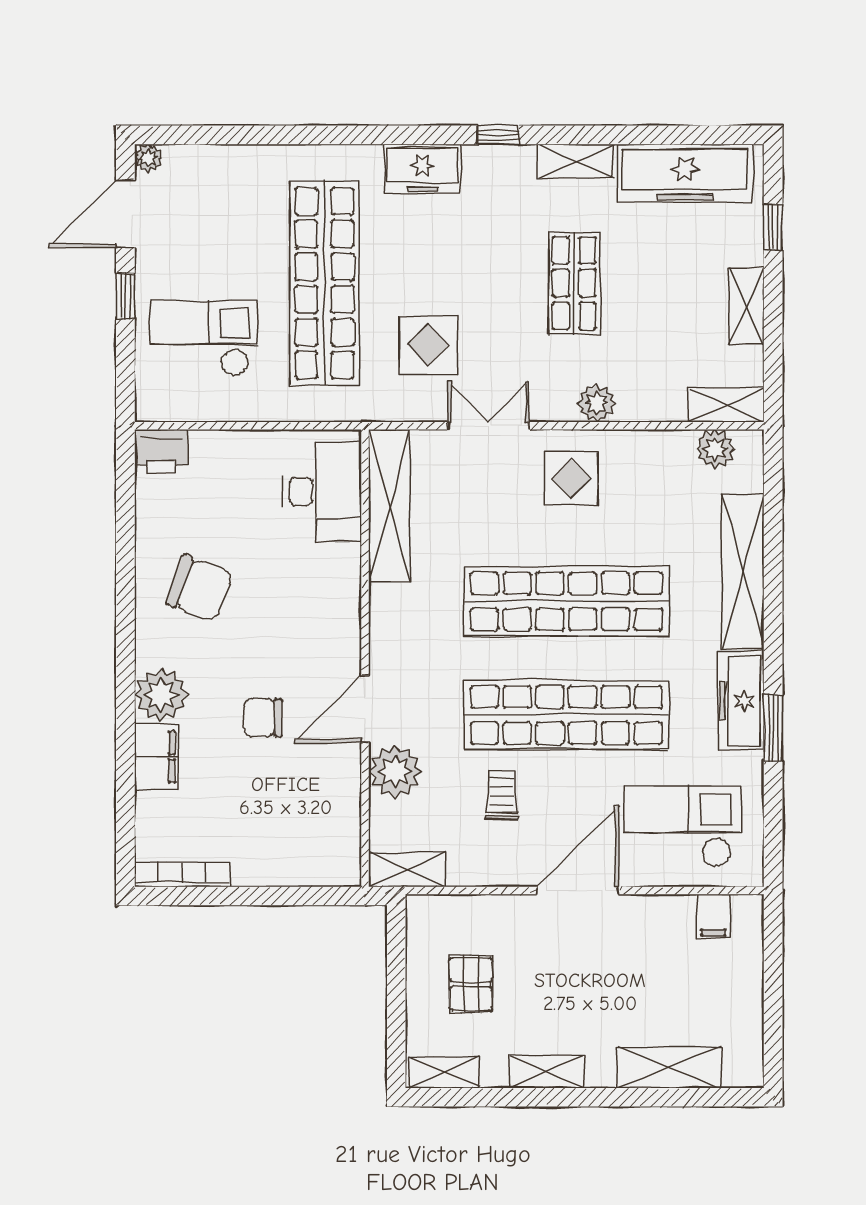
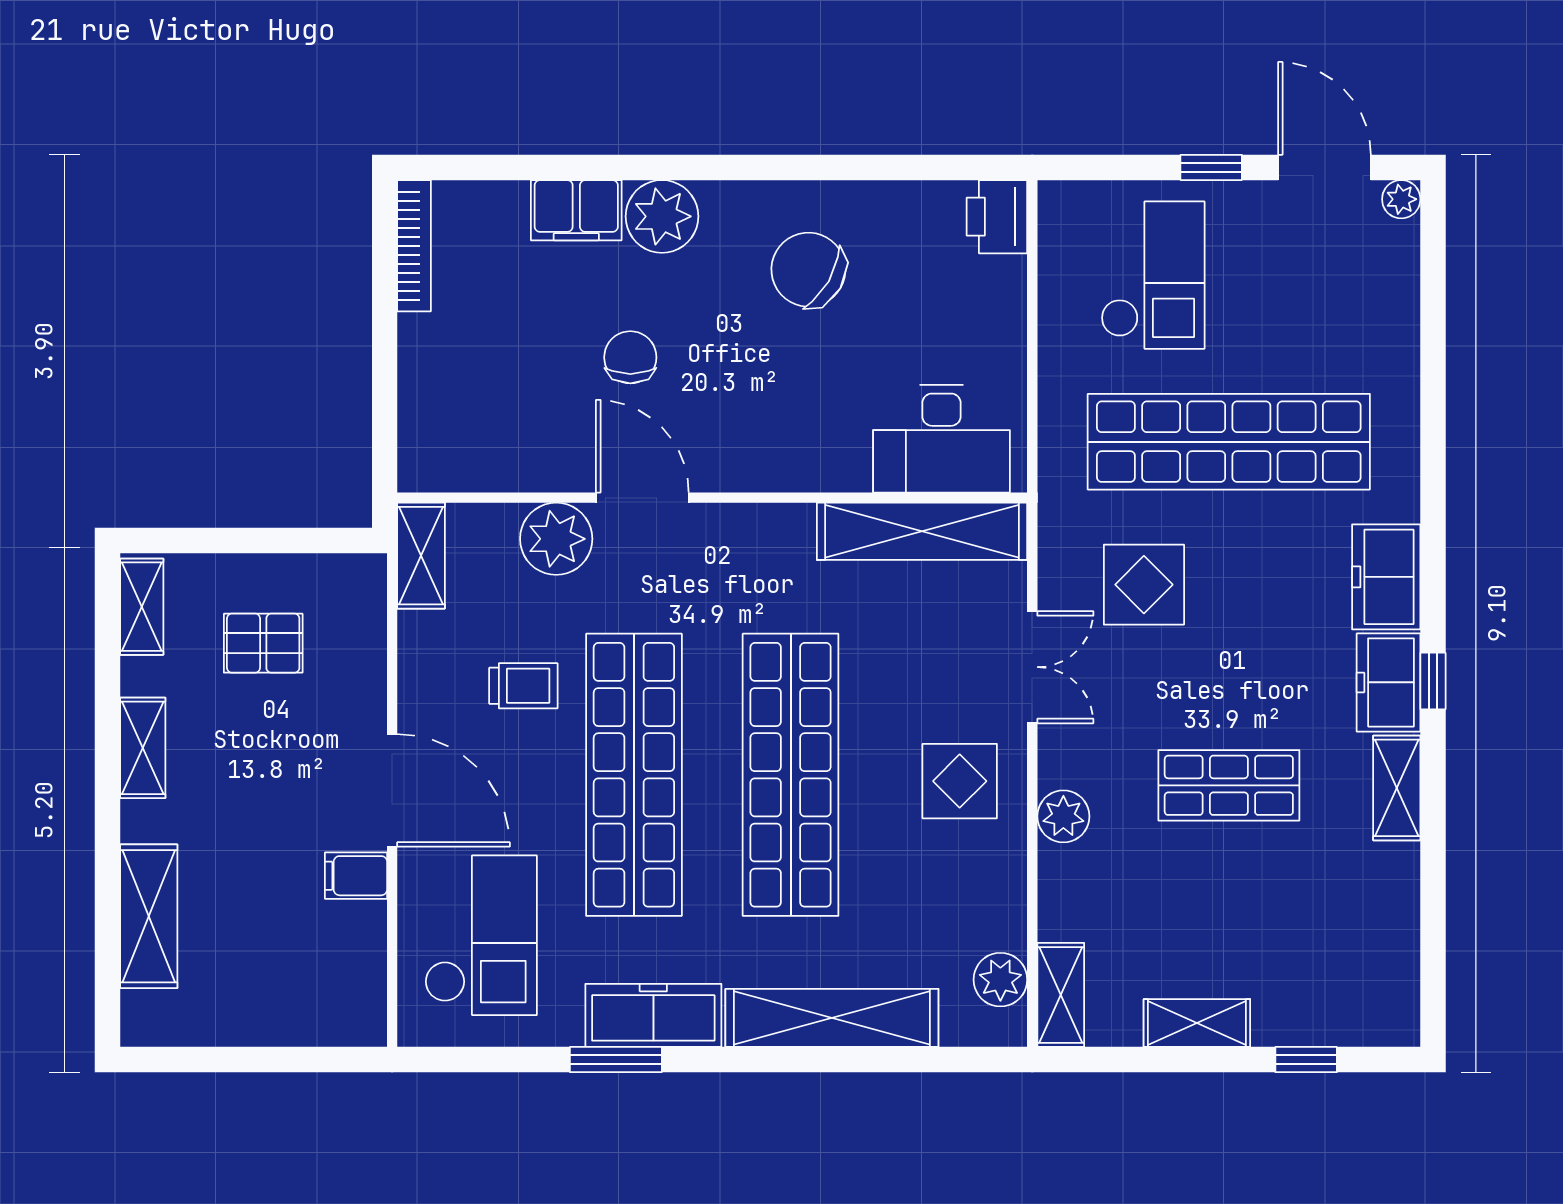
freezer: (685, 173) -> (1388, 682), moved, width x0.52, depth x0.79
chair: (200, 588) -> (808, 270), turned 100
filing cabinet: (713, 917) -> (356, 876), moved

